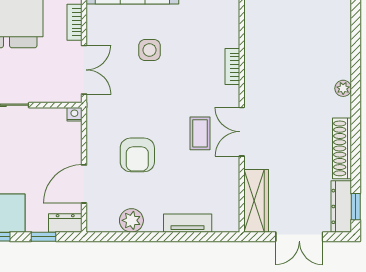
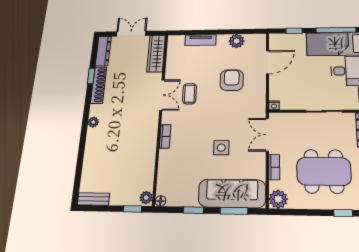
window: (356, 207) -> (91, 76), moved
dresser: (65, 223) -> (280, 39), removed

